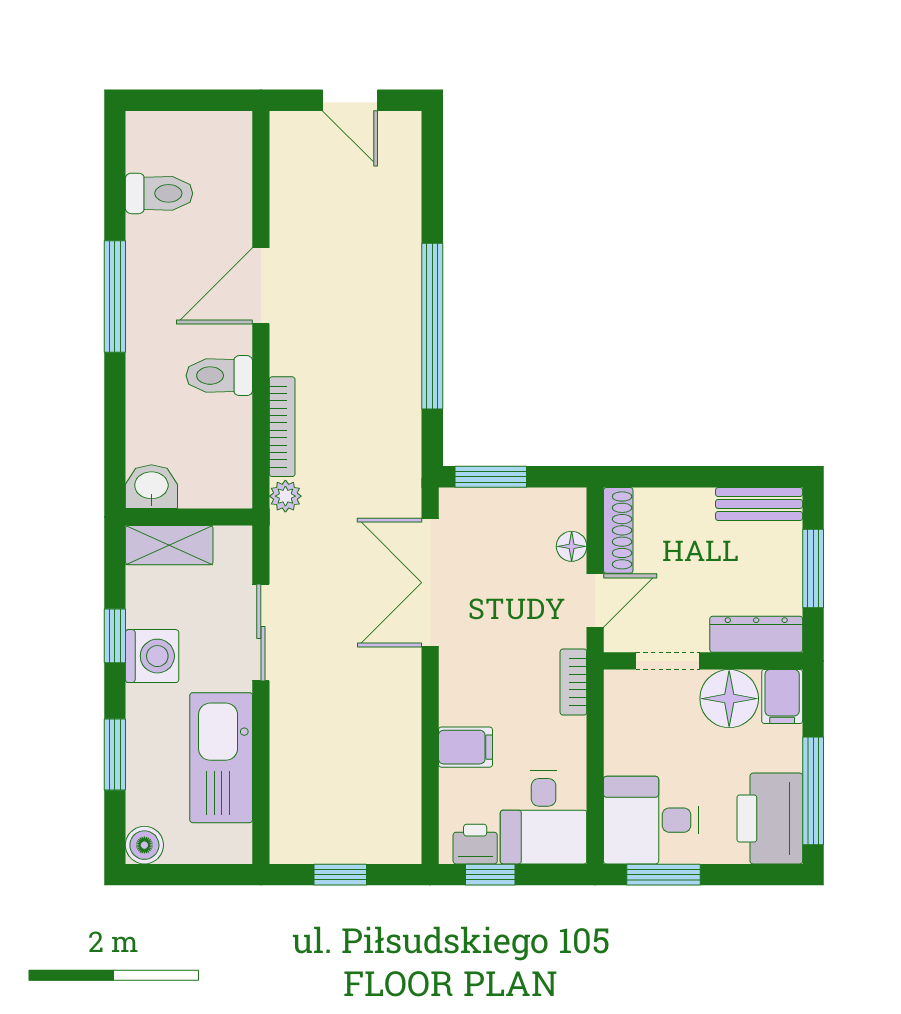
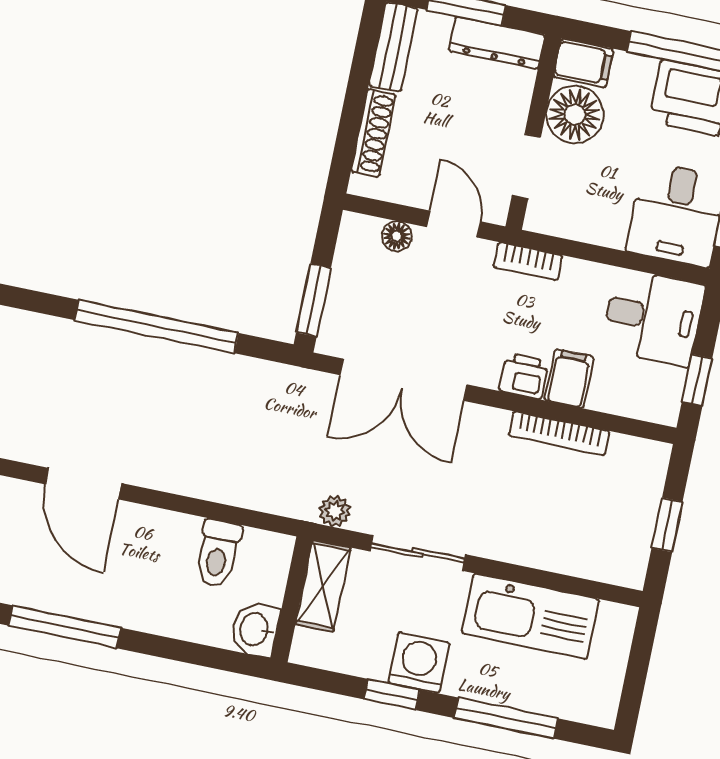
toilet: (219, 376) -> (218, 553), moved
bookcase: (282, 427) -> (559, 433), moved, turned 180
plant: (285, 496) -> (335, 511), moved
shoe rack: (618, 530) -> (373, 133), moved, turned 90
shelving: (169, 545) -> (323, 586), moved
dresser: (756, 634) -> (497, 43), moved, turned -90
window: (115, 754) -> (506, 718), width x1.44
printer: (475, 844) -> (524, 376), moved, turned 90
boiler: (144, 845) -> (599, 708), removed

